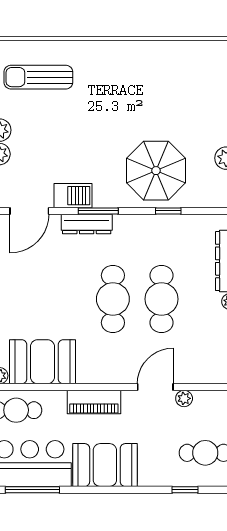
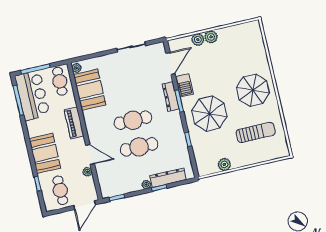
sun lounger: (38, 77) -> (256, 132), moved, turned 90
parasol: (109, 79) -> (253, 90), added
parasol: (156, 171) -> (209, 114), moved
door: (29, 211) -> (171, 63), swing flipped
booth: (105, 465) -> (45, 153), moved

